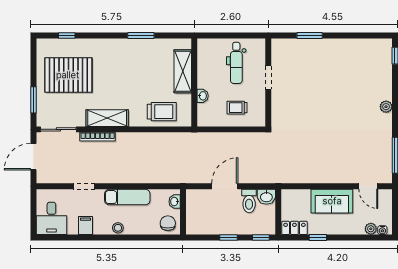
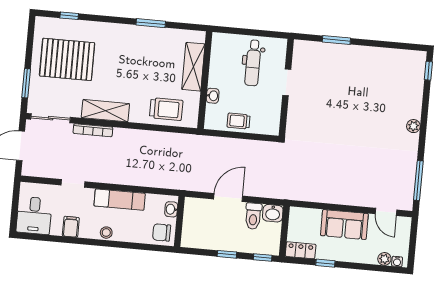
trolley: (237, 108) -> (239, 121), moved
chair: (168, 223) -> (162, 232), turned -90

